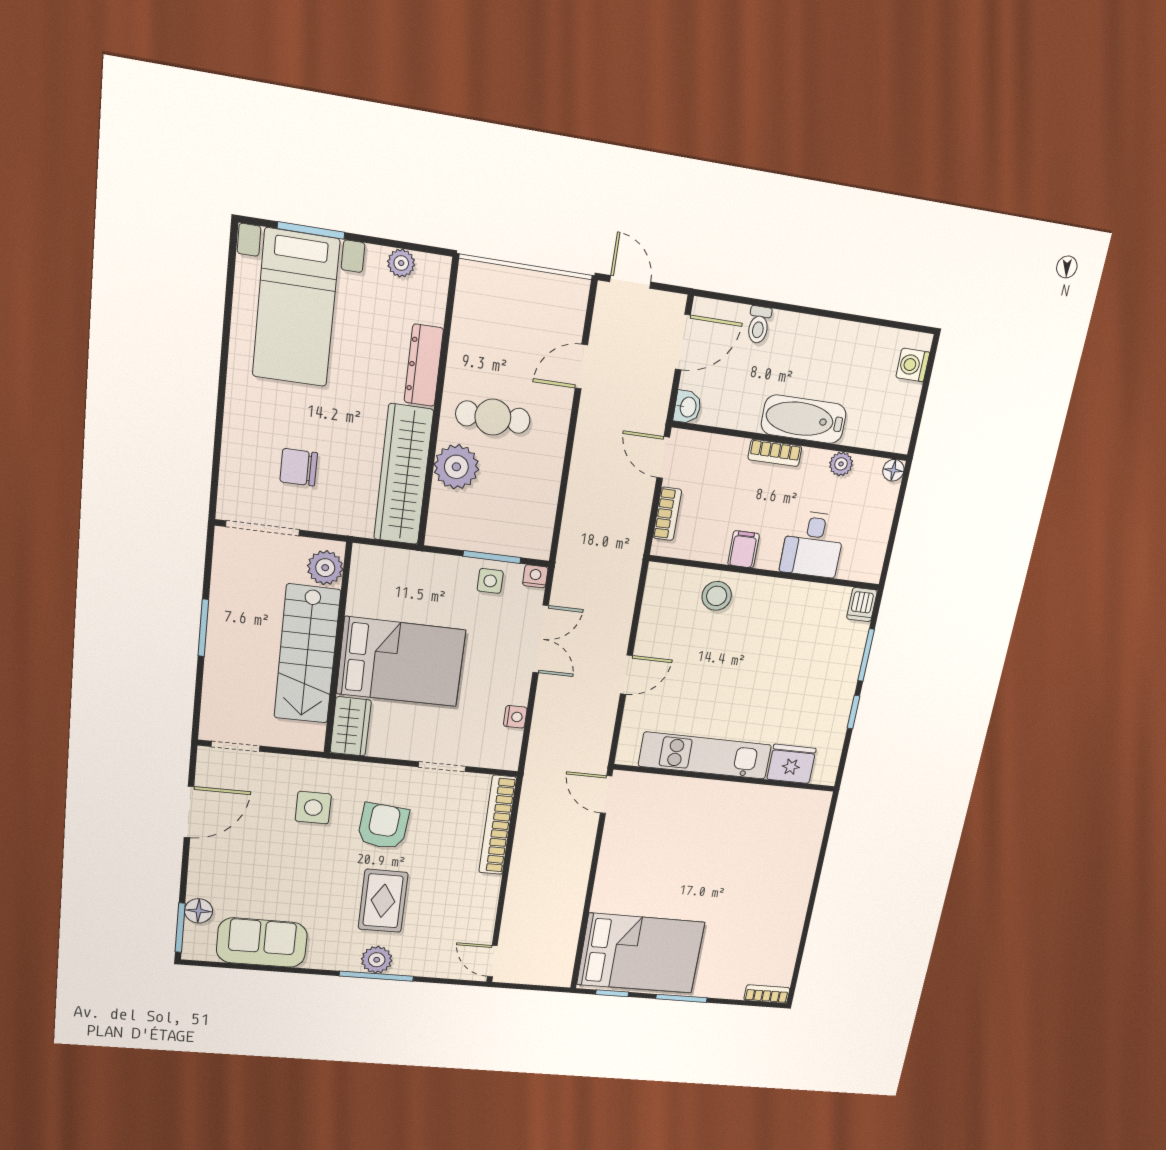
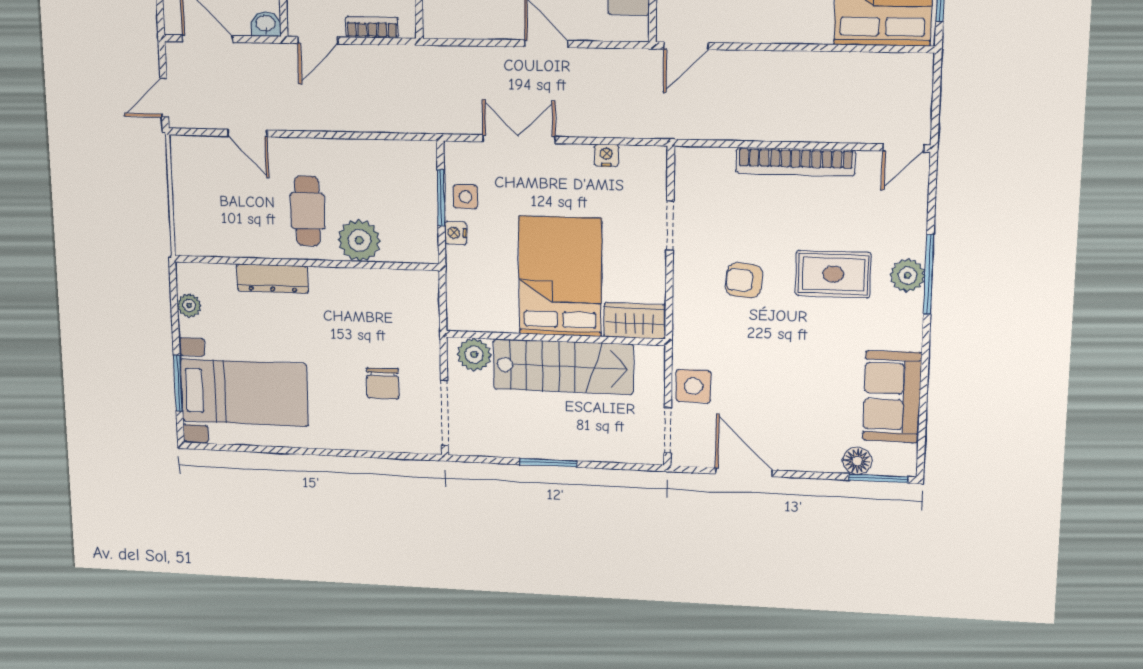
wardrobe: (403, 475) -> (375, 289), removed
nightstand: (535, 576) -> (456, 233), moved
side table: (313, 808) -> (693, 386), moved
bookcase: (498, 825) -> (796, 162), moved
armchair: (383, 826) -> (744, 280), width x0.72, depth x0.72

